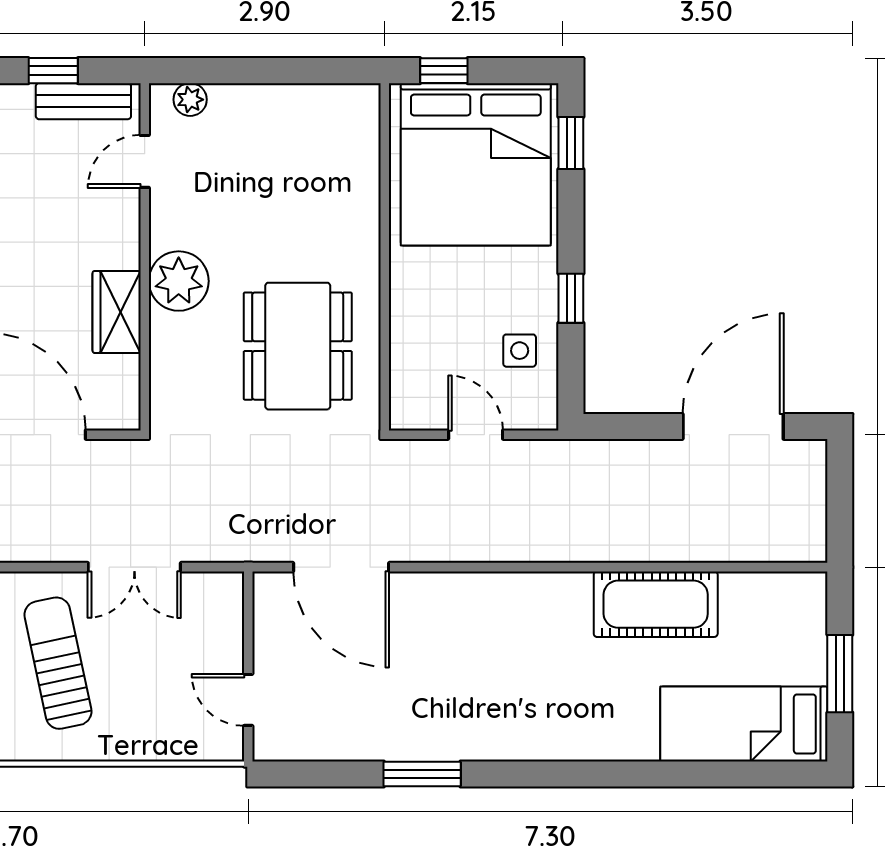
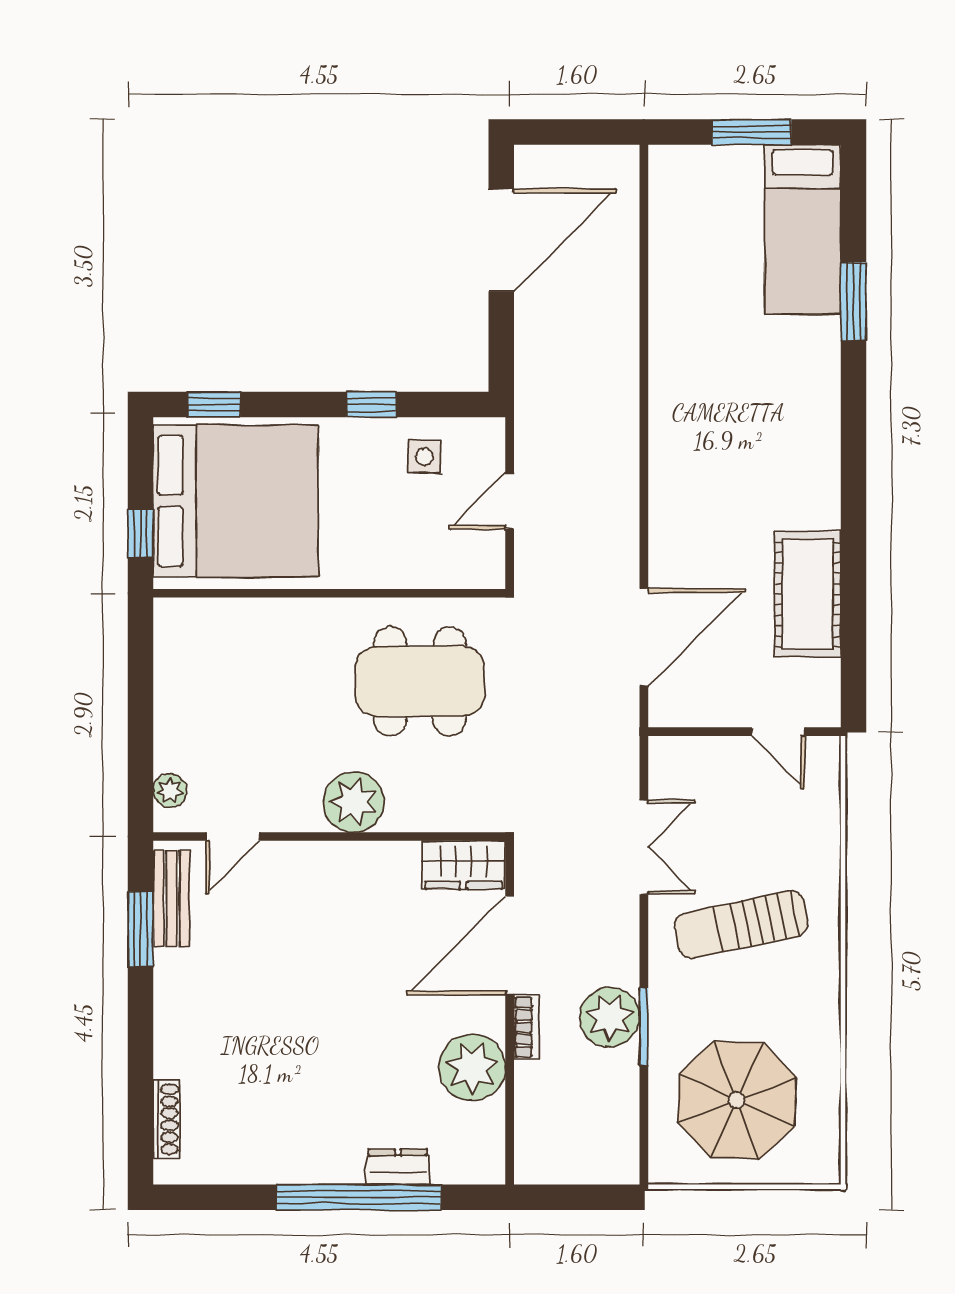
window: (53, 71) -> (141, 929), width x1.50
door: (145, 161) -> (233, 837), hinge flipped
wardrobe: (117, 312) -> (464, 865), moved
door: (733, 426) -> (501, 240), swing flipped
cot: (656, 604) -> (808, 594), moved
door: (248, 700) -> (778, 732), hinge flipped
window: (422, 774) -> (854, 301), moved

